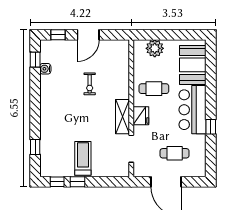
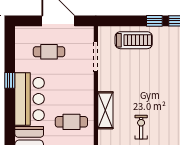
fridge: (141, 116) -> (85, 92), removed
shelving: (123, 117) -> (105, 110), moved
treadmill: (83, 158) -> (134, 40), moved, turned -90

